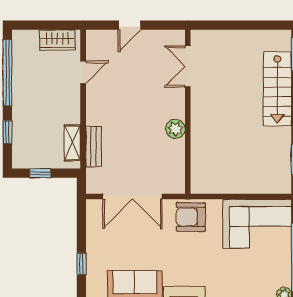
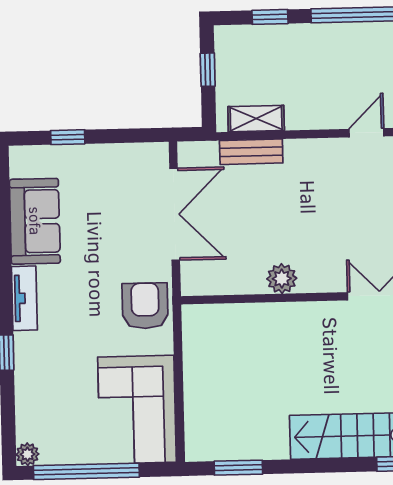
door: (83, 72) -> (366, 133), swing flipped
double door: (132, 197) -> (175, 214), swing flipped

